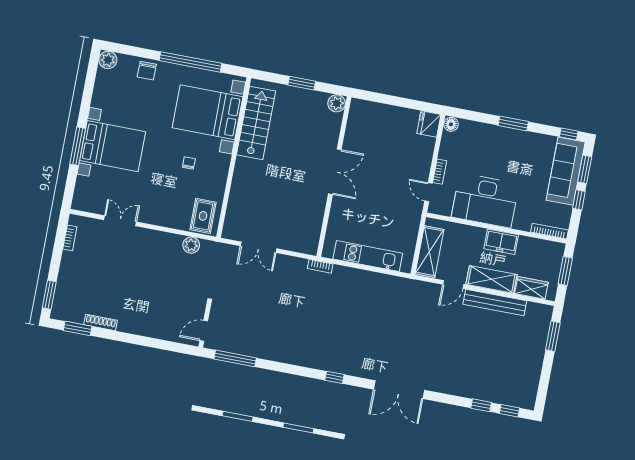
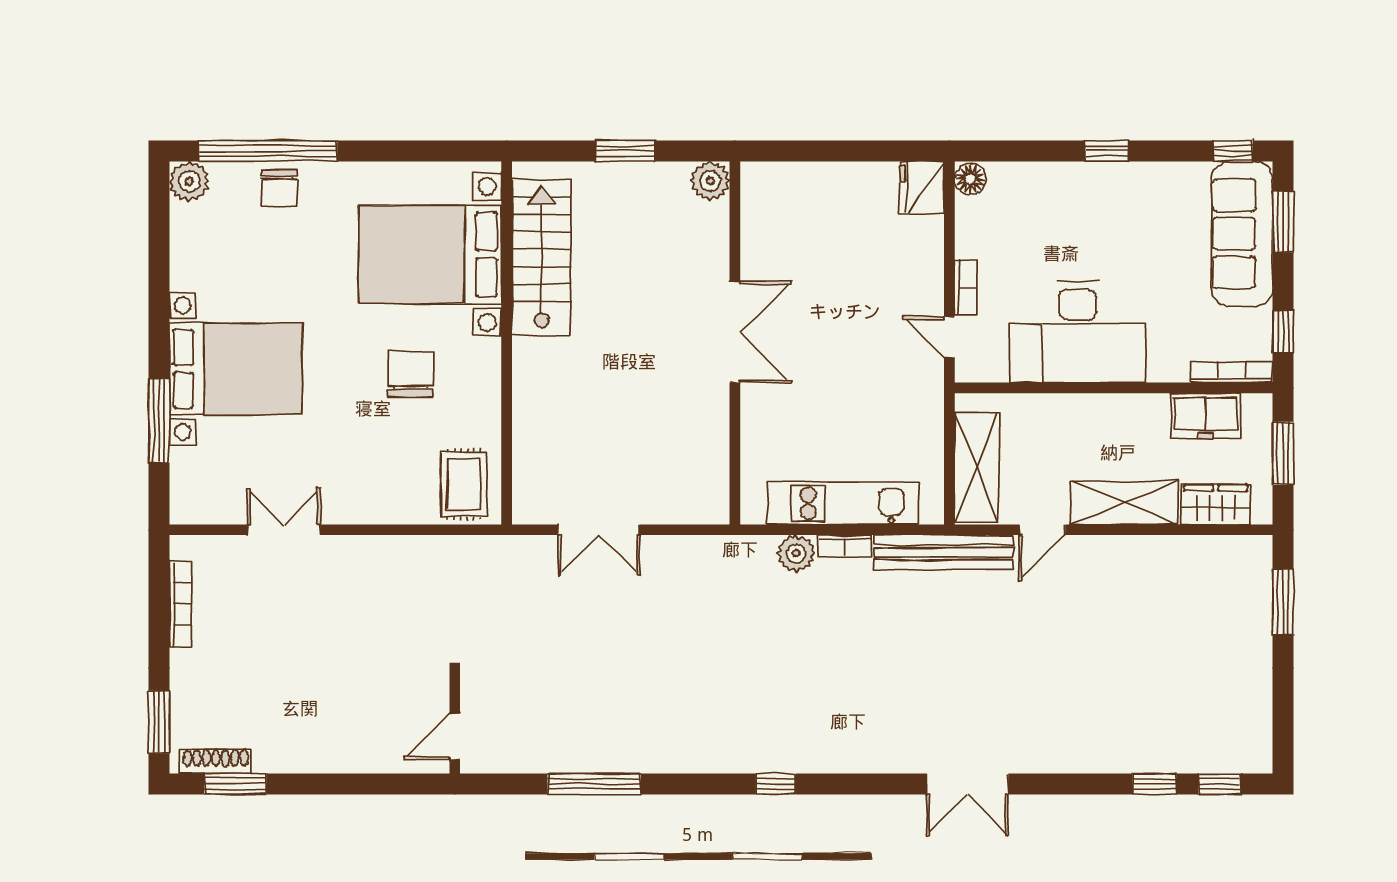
window: (190, 62) -> (268, 151), moved
window: (513, 123) -> (1107, 151), width x0.67
window: (78, 146) -> (159, 421), moved
chair: (189, 163) -> (410, 374), width x1.87, depth x1.87
window: (579, 200) -> (1283, 331), moved
bookcase: (70, 238) -> (180, 604), width x1.56
freezer: (501, 242) -> (1206, 416), moved
plant: (191, 245) -> (796, 553), moved
bookcase: (320, 266) -> (844, 546), moved
bench: (495, 303) -> (943, 552), moved
shoe rack: (101, 322) -> (216, 761), moved
wall: (205, 325) -> (455, 723), moved
door: (204, 331) -> (455, 737), moved
window: (334, 377) -> (776, 784), moved
double door: (399, 390) -> (967, 784), width x0.73

